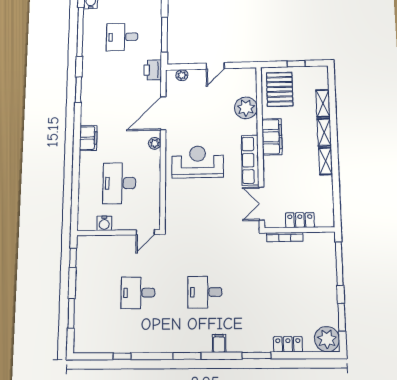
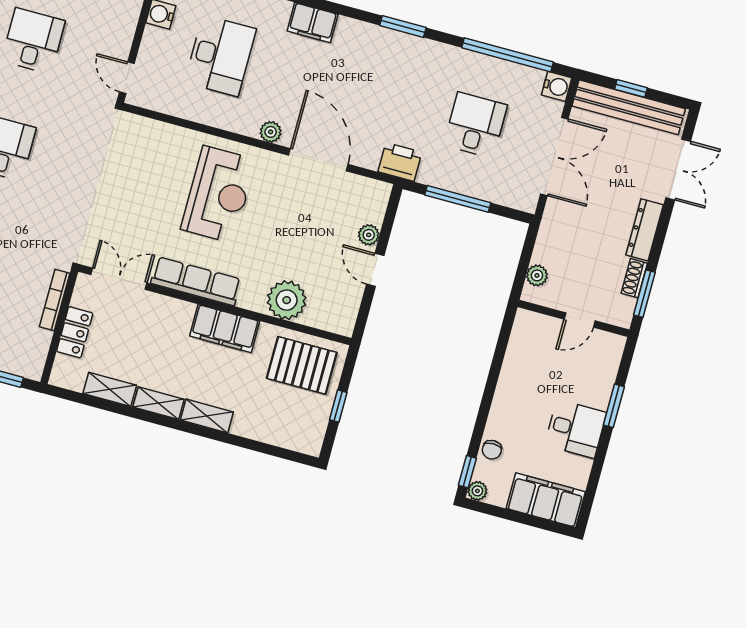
plant: (182, 75) -> (369, 235), moved
shelving: (323, 103) -> (110, 389), moved
desk: (119, 183) -> (220, 56), turned 90

